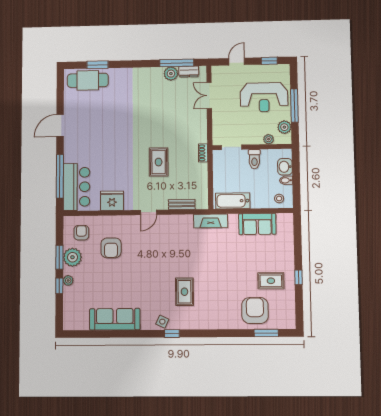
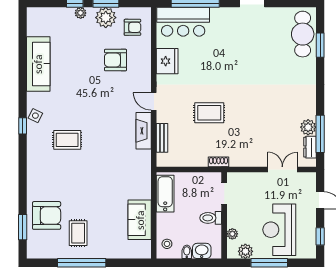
fireplace: (211, 221) -> (144, 131), moved
window: (298, 277) -> (82, 263), width x3.17

